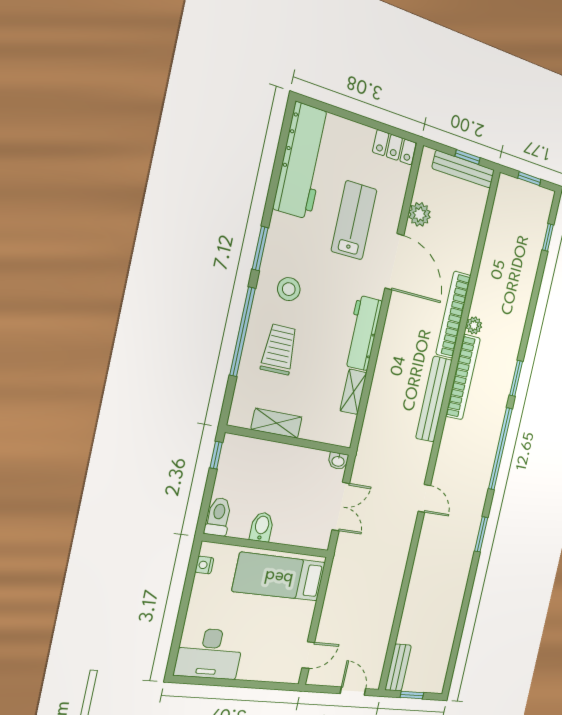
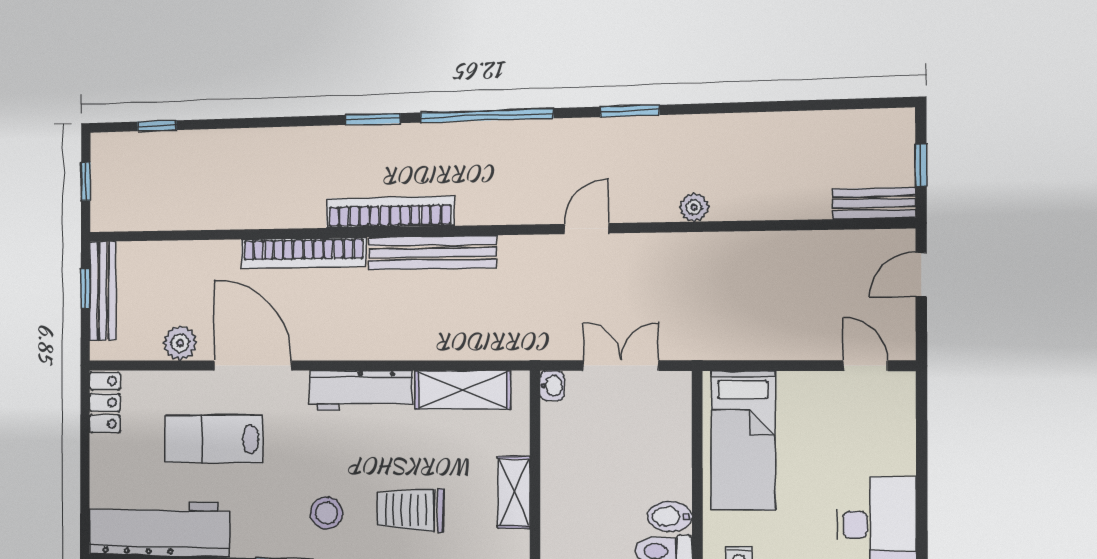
door: (394, 262) -> (253, 366), hinge flipped
plant: (474, 325) -> (694, 207), moved
shelving: (353, 392) -> (463, 390), width x1.50, depth x1.33
bidet: (262, 527) -> (670, 516), moved

